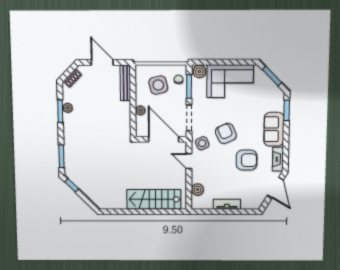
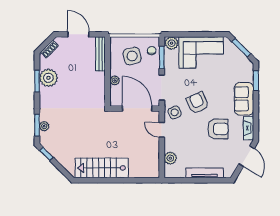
plant: (68, 108) -> (48, 78), width x1.87, depth x1.87
plant: (69, 157) -> (44, 126), added
stairs: (154, 199) -> (102, 168), moved
tv unit: (227, 204) -> (205, 173), width x1.41

